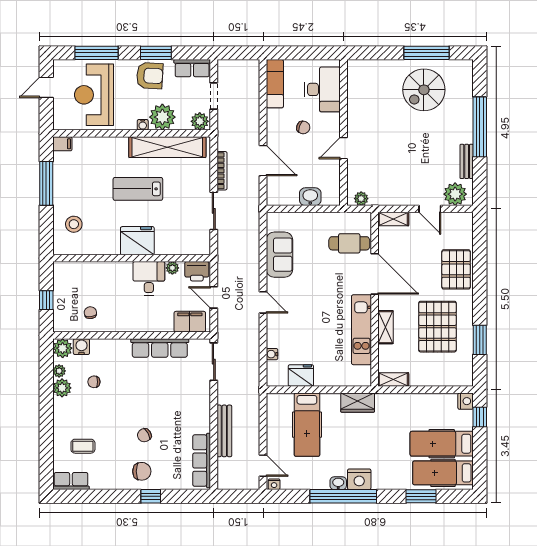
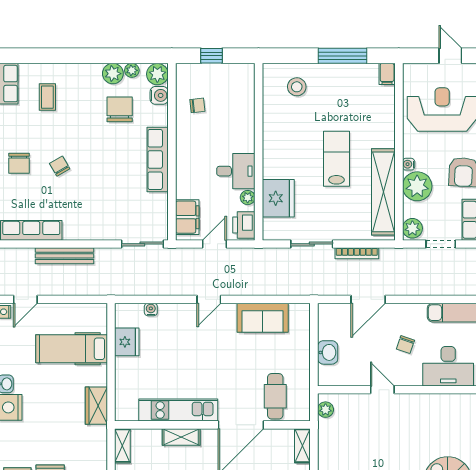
fridge: (137, 241) -> (278, 198), moved
row of seats: (160, 348) -> (158, 159), moved
chair: (94, 382) -> (120, 109), width x1.87, depth x1.87

